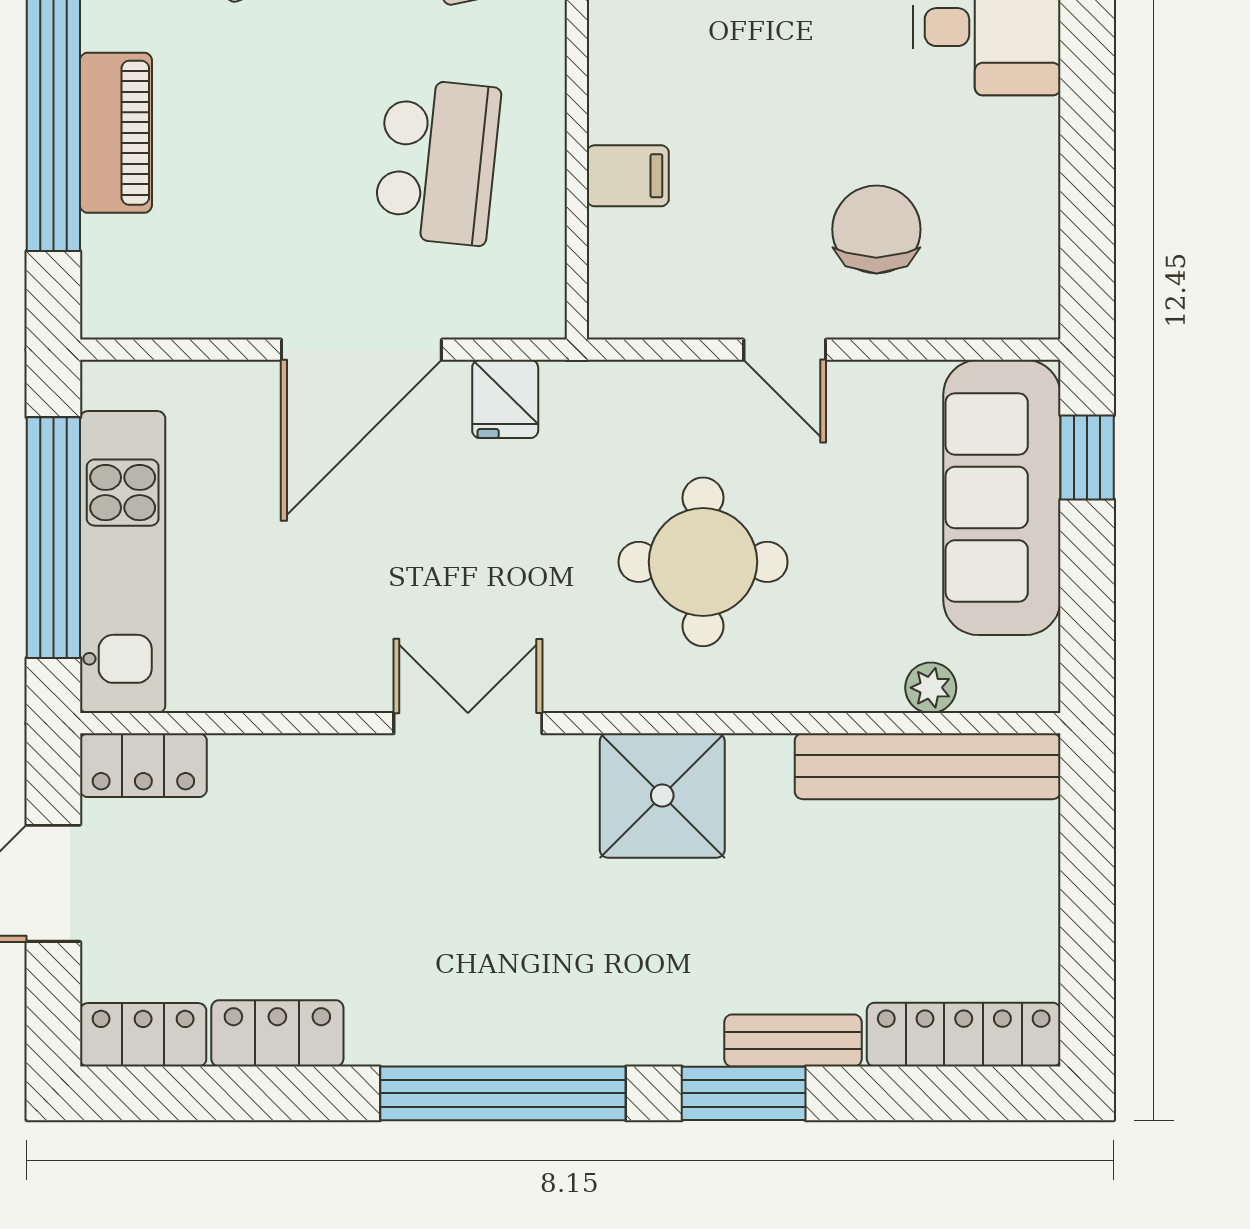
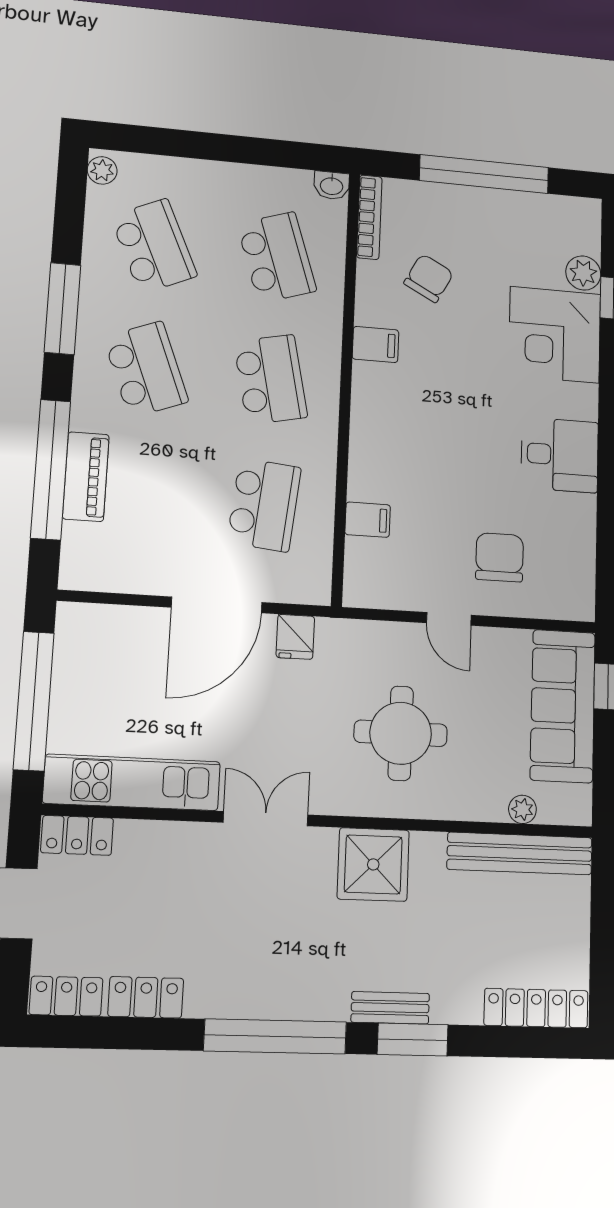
kitchen unit: (123, 562) -> (132, 782), moved, turned -90
bench: (793, 1040) -> (390, 1008), moved

